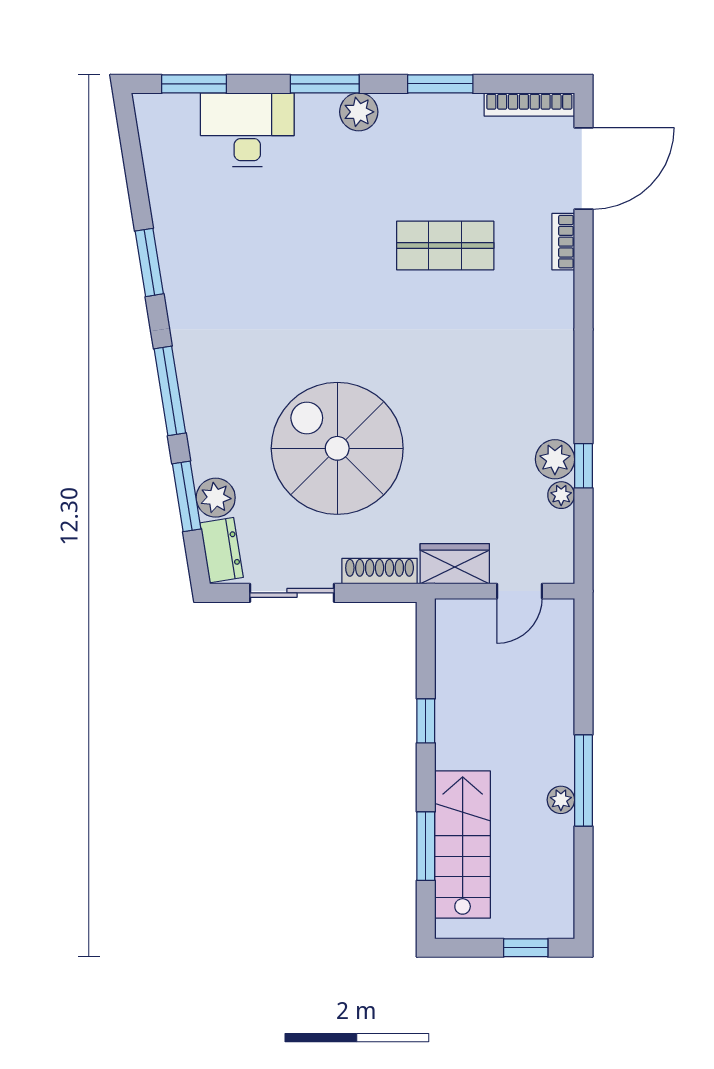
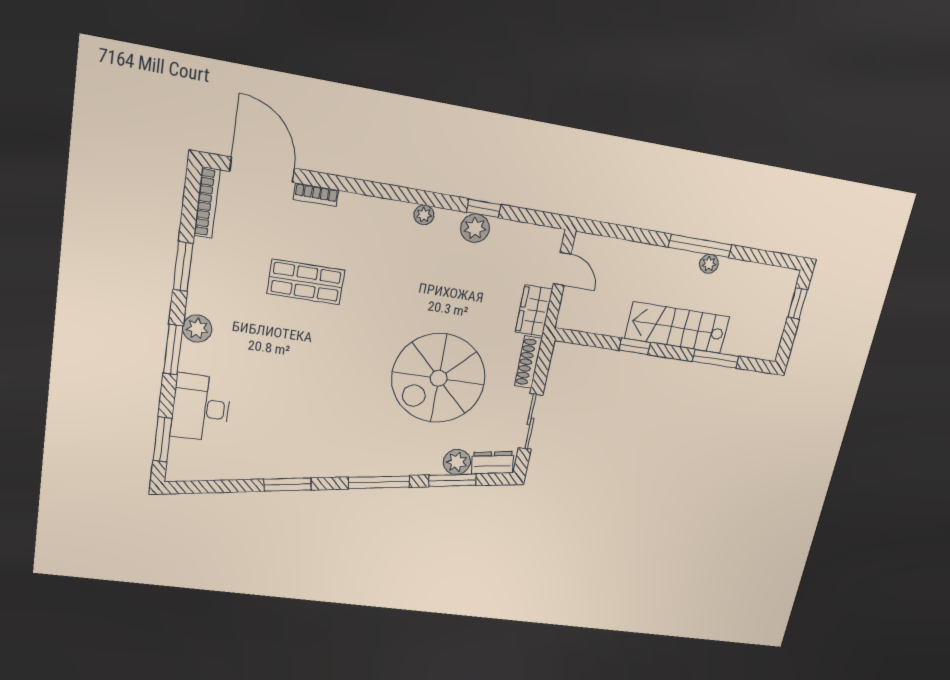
shop shelf: (445, 246) -> (306, 282), turned 90
plant: (561, 495) -> (424, 215), moved
stairs: (463, 845) -> (677, 328), moved

